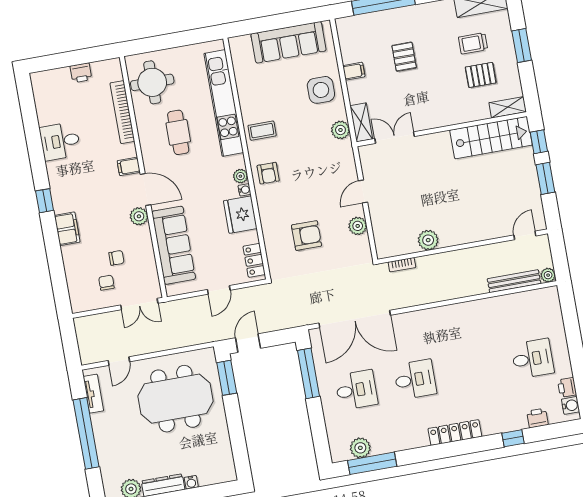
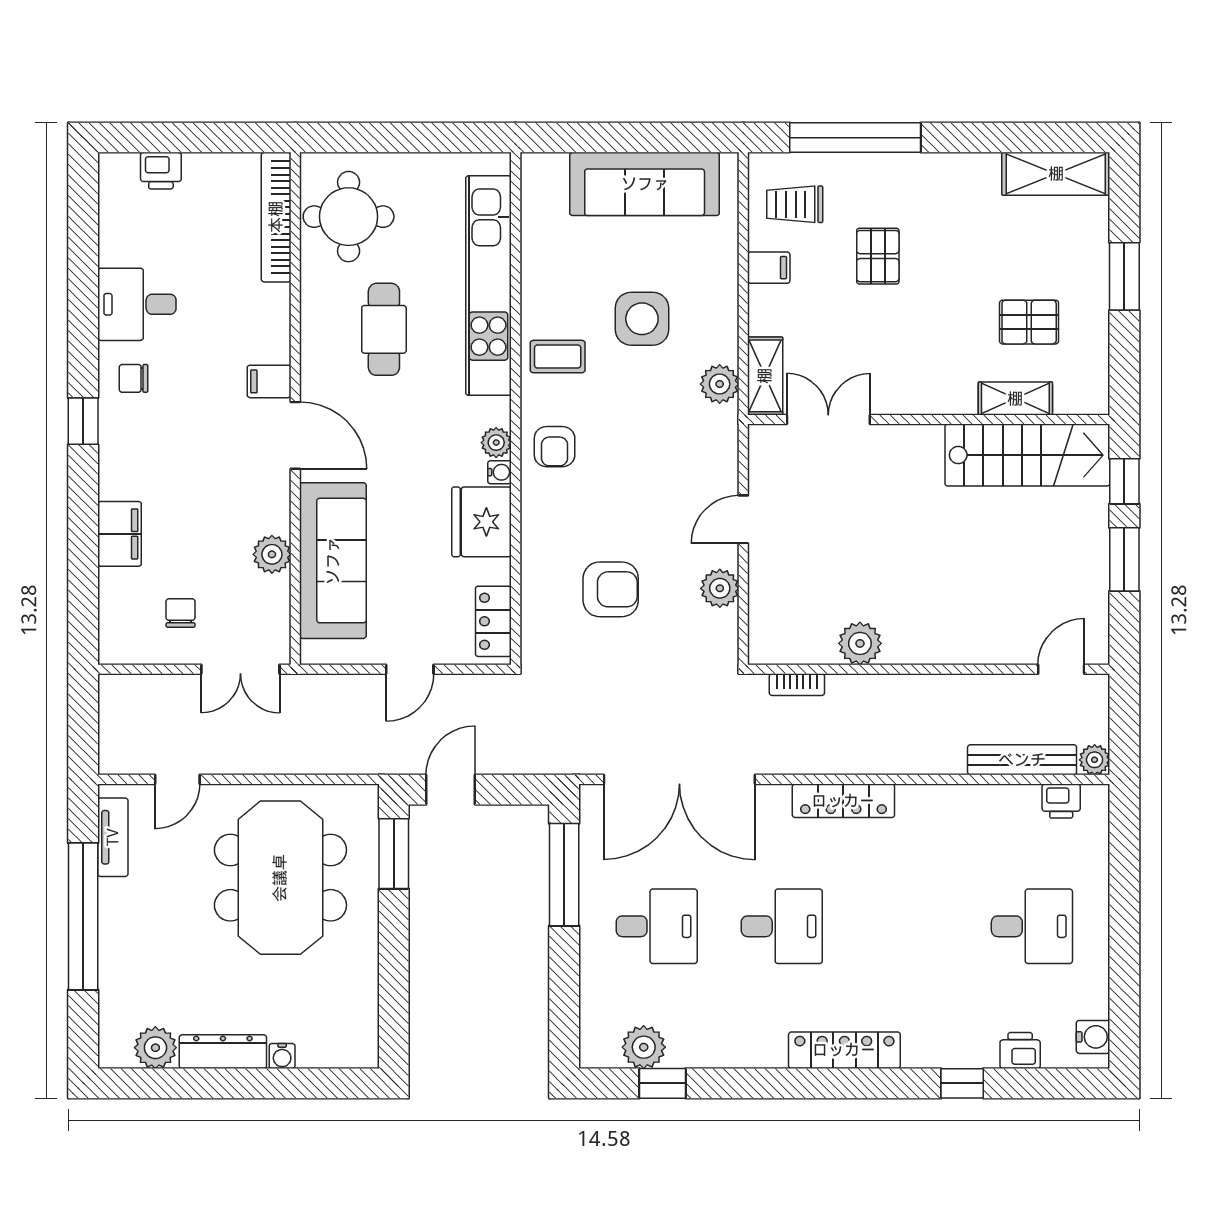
trolley: (473, 43) -> (795, 204), moved
printer: (81, 73) -> (161, 171), moved
side table: (321, 90) -> (642, 319), moved
shelving: (508, 107) -> (1015, 399), moved
bookcase: (122, 112) -> (276, 217), moved
plant: (139, 216) -> (272, 554), moved
filing cabinet: (67, 229) -> (119, 534), moved
chair: (116, 258) -> (134, 378), moved, turned 180
locker: (434, 315) -> (843, 801), added
printer: (567, 387) -> (1061, 801), moved, turned -90
meeting table: (176, 399) -> (280, 878), turned 90
window: (372, 463) -> (662, 1083), width x0.46

